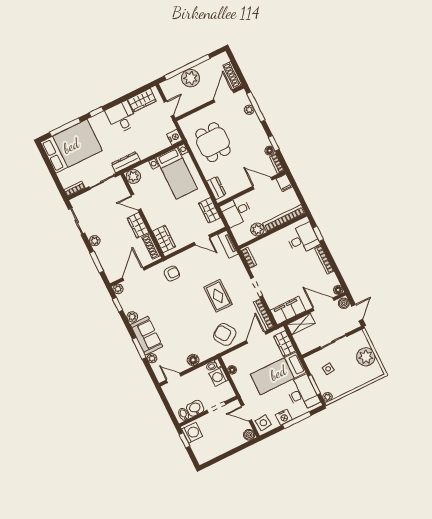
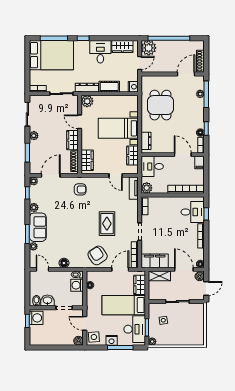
plant: (190, 78) -> (149, 48), moved
cot: (149, 149) -> (109, 87), added
bed with nightstands: (177, 173) -> (118, 128), moved, turned 90
plant: (257, 229) -> (147, 188), moved
plant: (366, 357) -> (196, 325), removed

